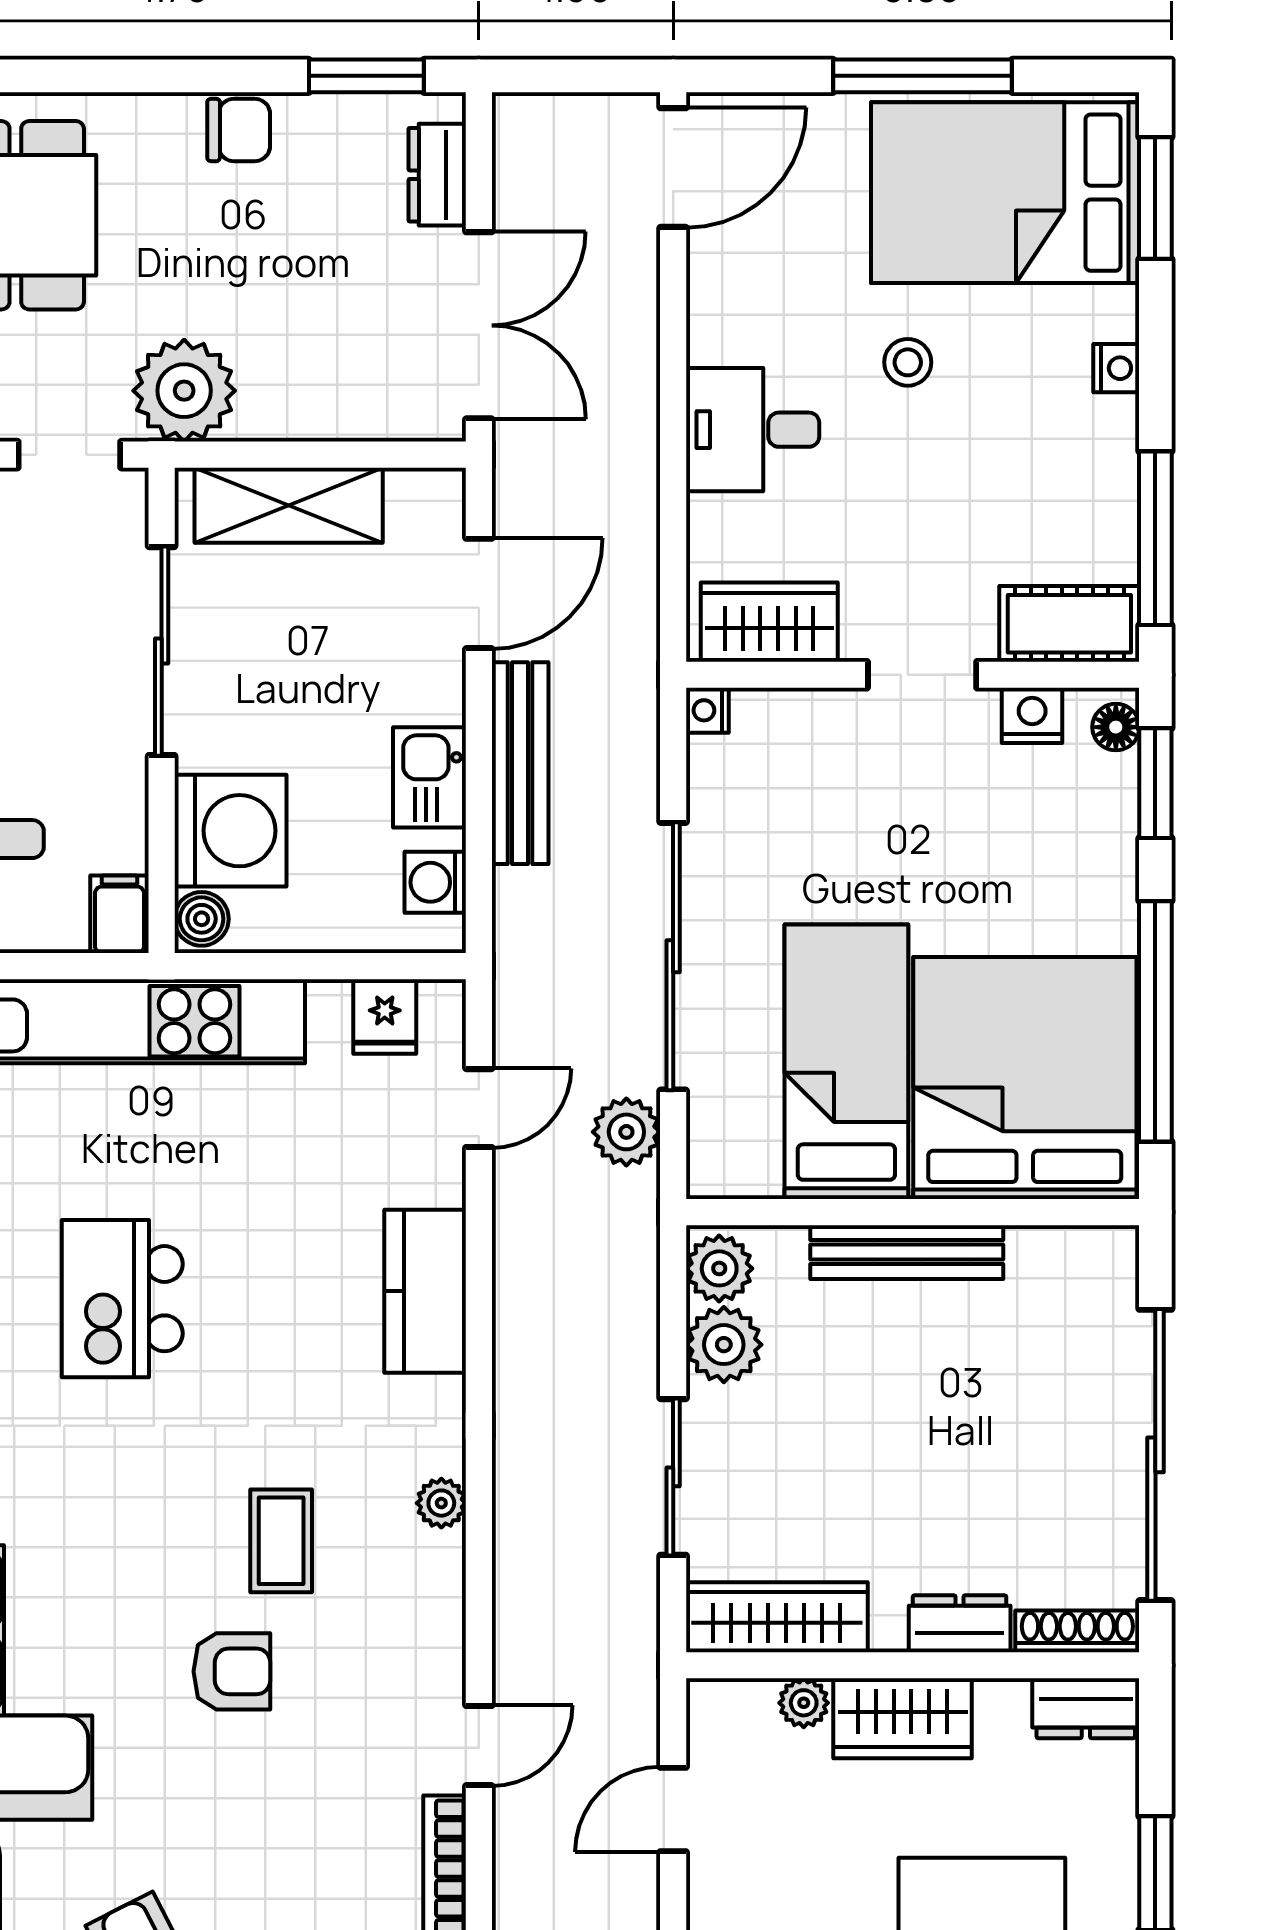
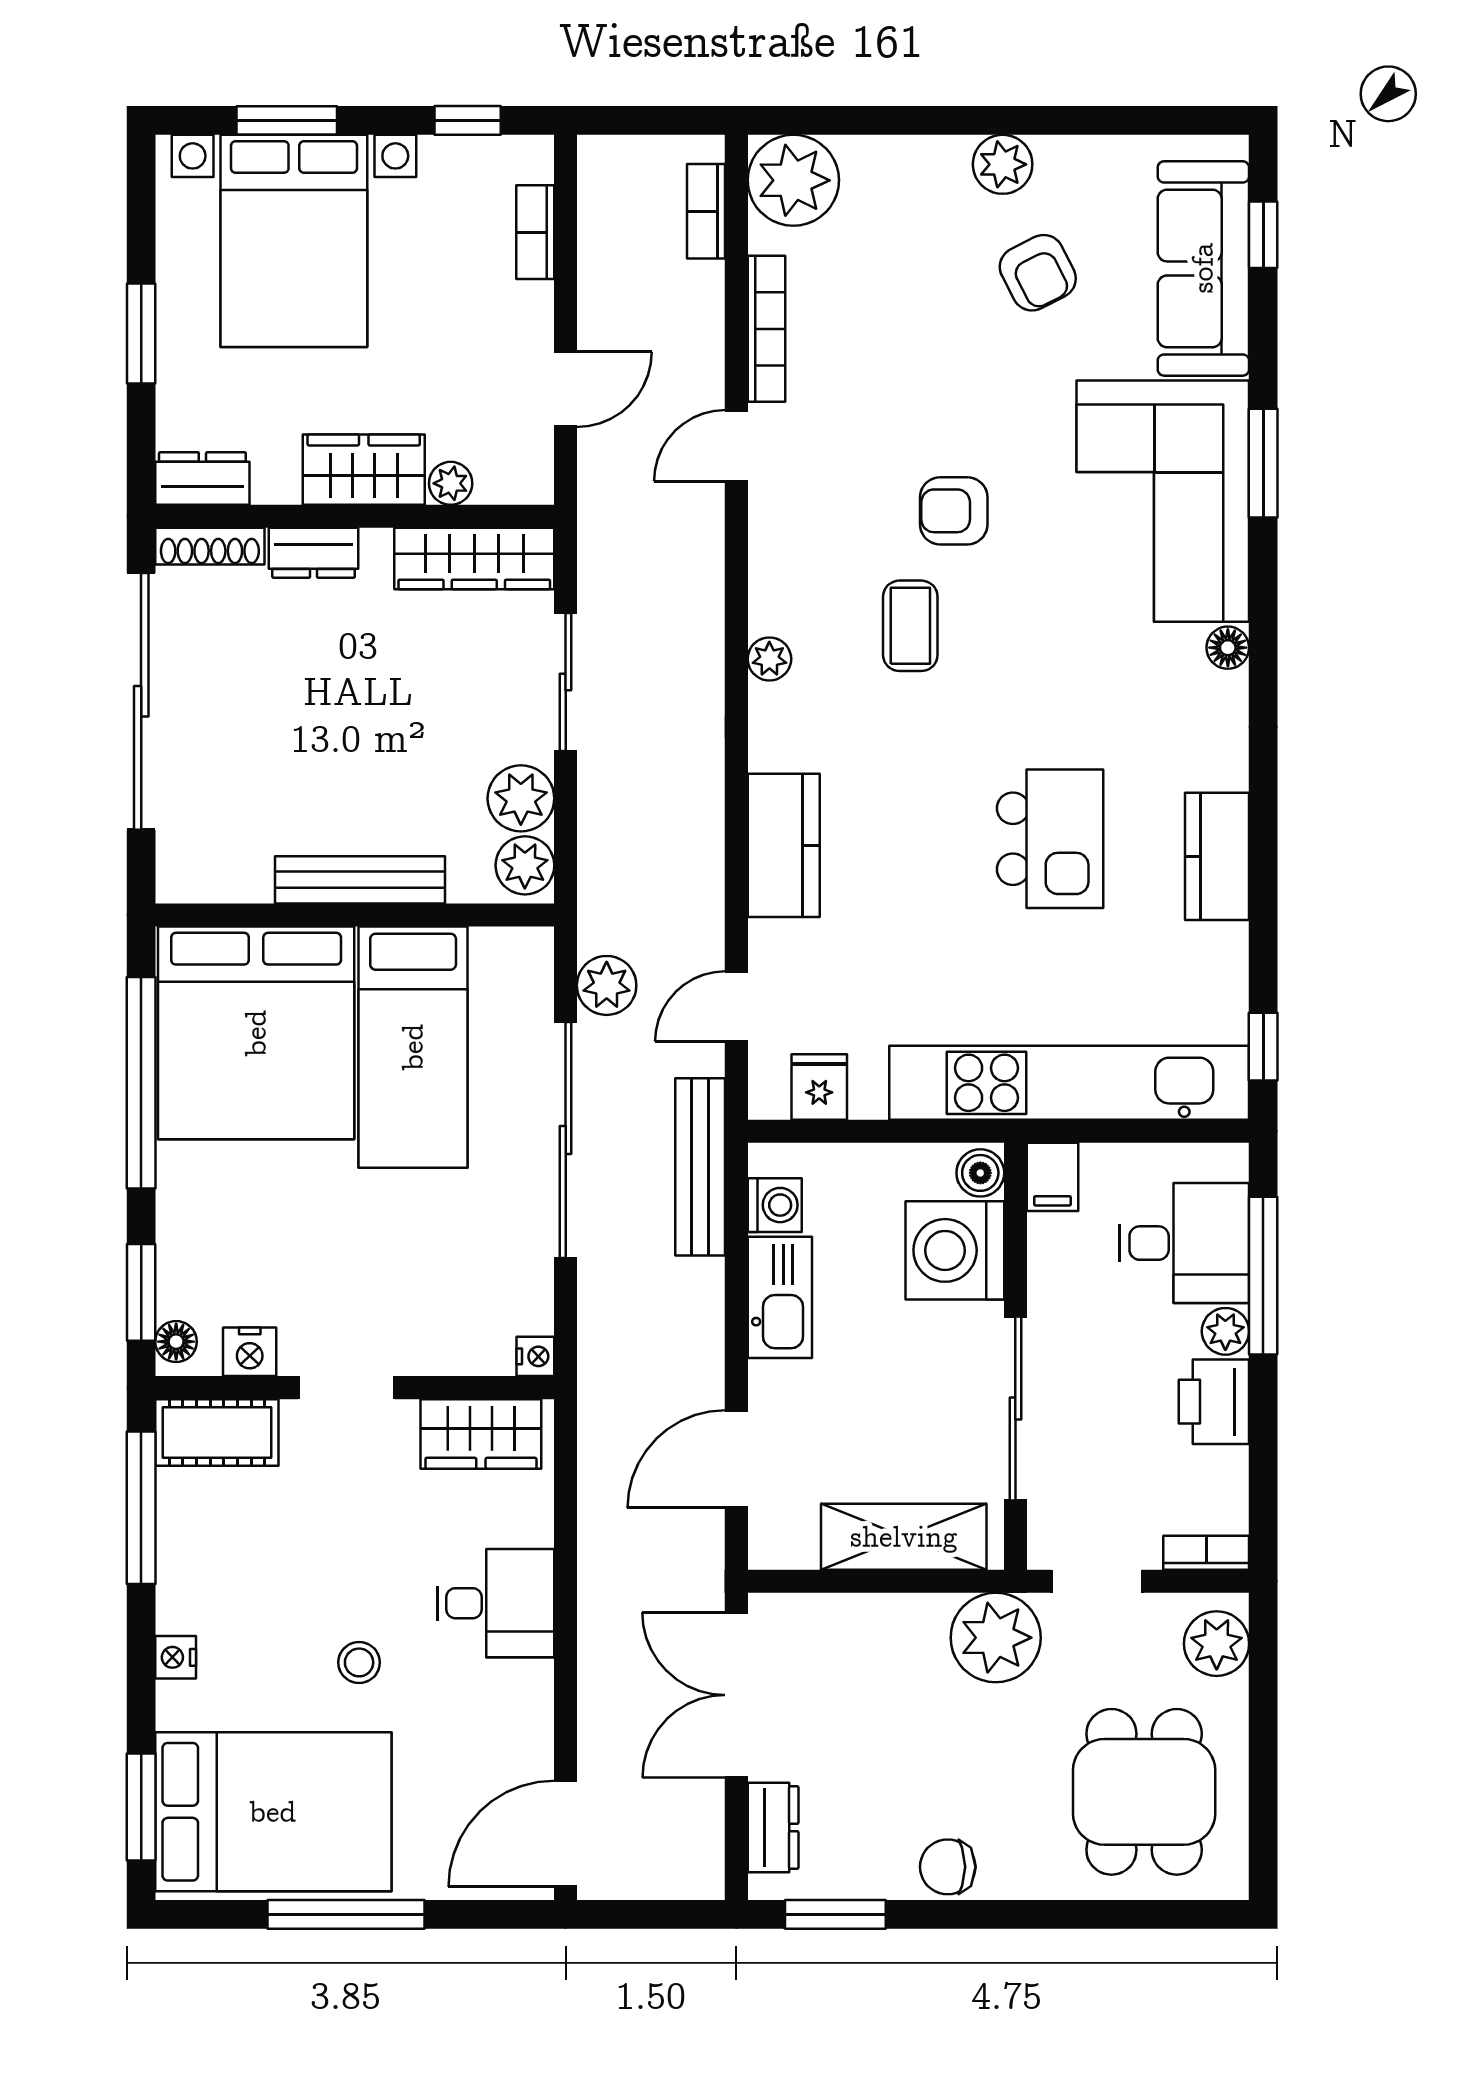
bench: (520, 763) -> (700, 1167), moved
kitchen sink: (429, 777) -> (780, 1297), width x1.38

